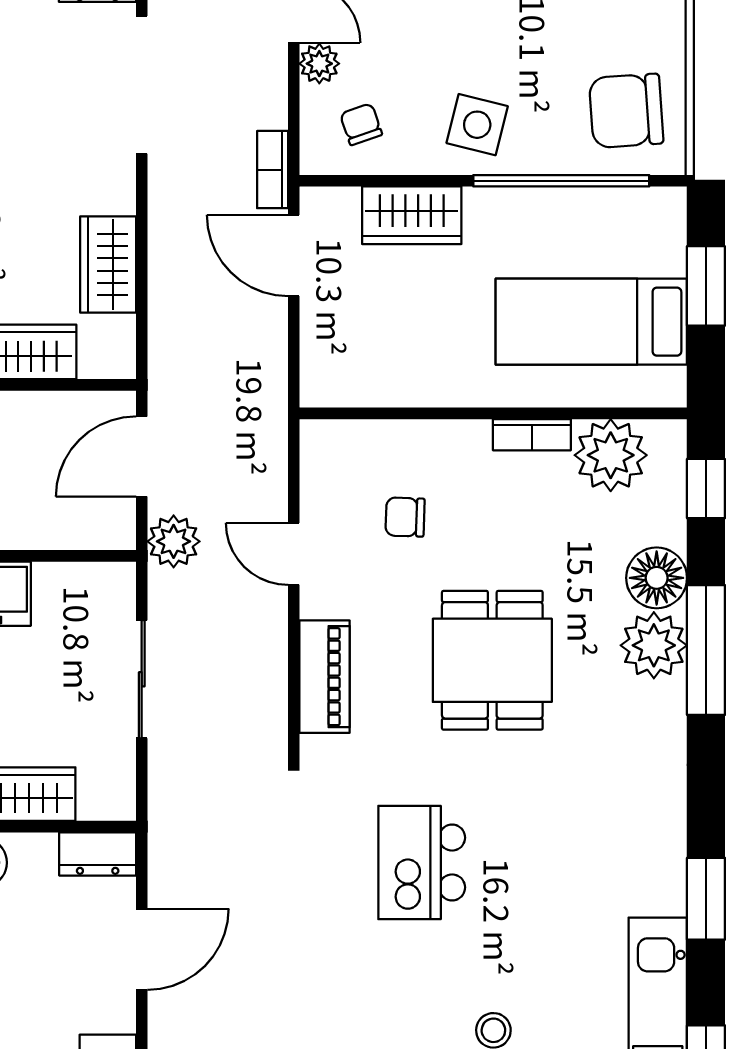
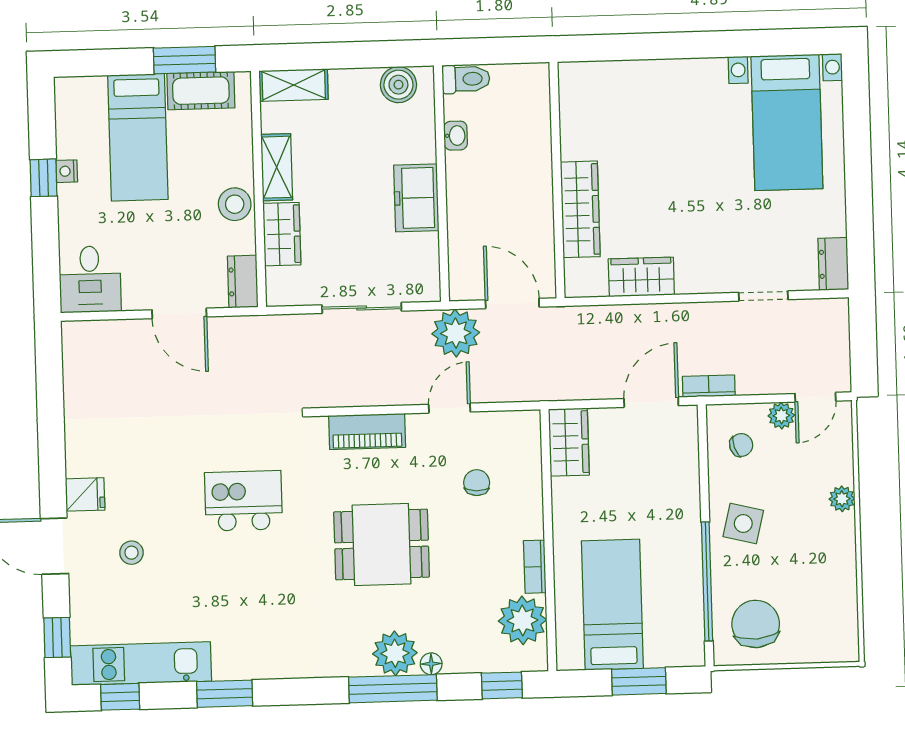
doorway: (142, 85) -> (763, 296), width x0.53
wardrobe: (412, 215) -> (569, 442), moved, turned 180
plant: (174, 541) -> (456, 333), width x1.36, depth x1.36
floor lamp: (657, 578) -> (431, 664), width x0.53, depth x0.53

